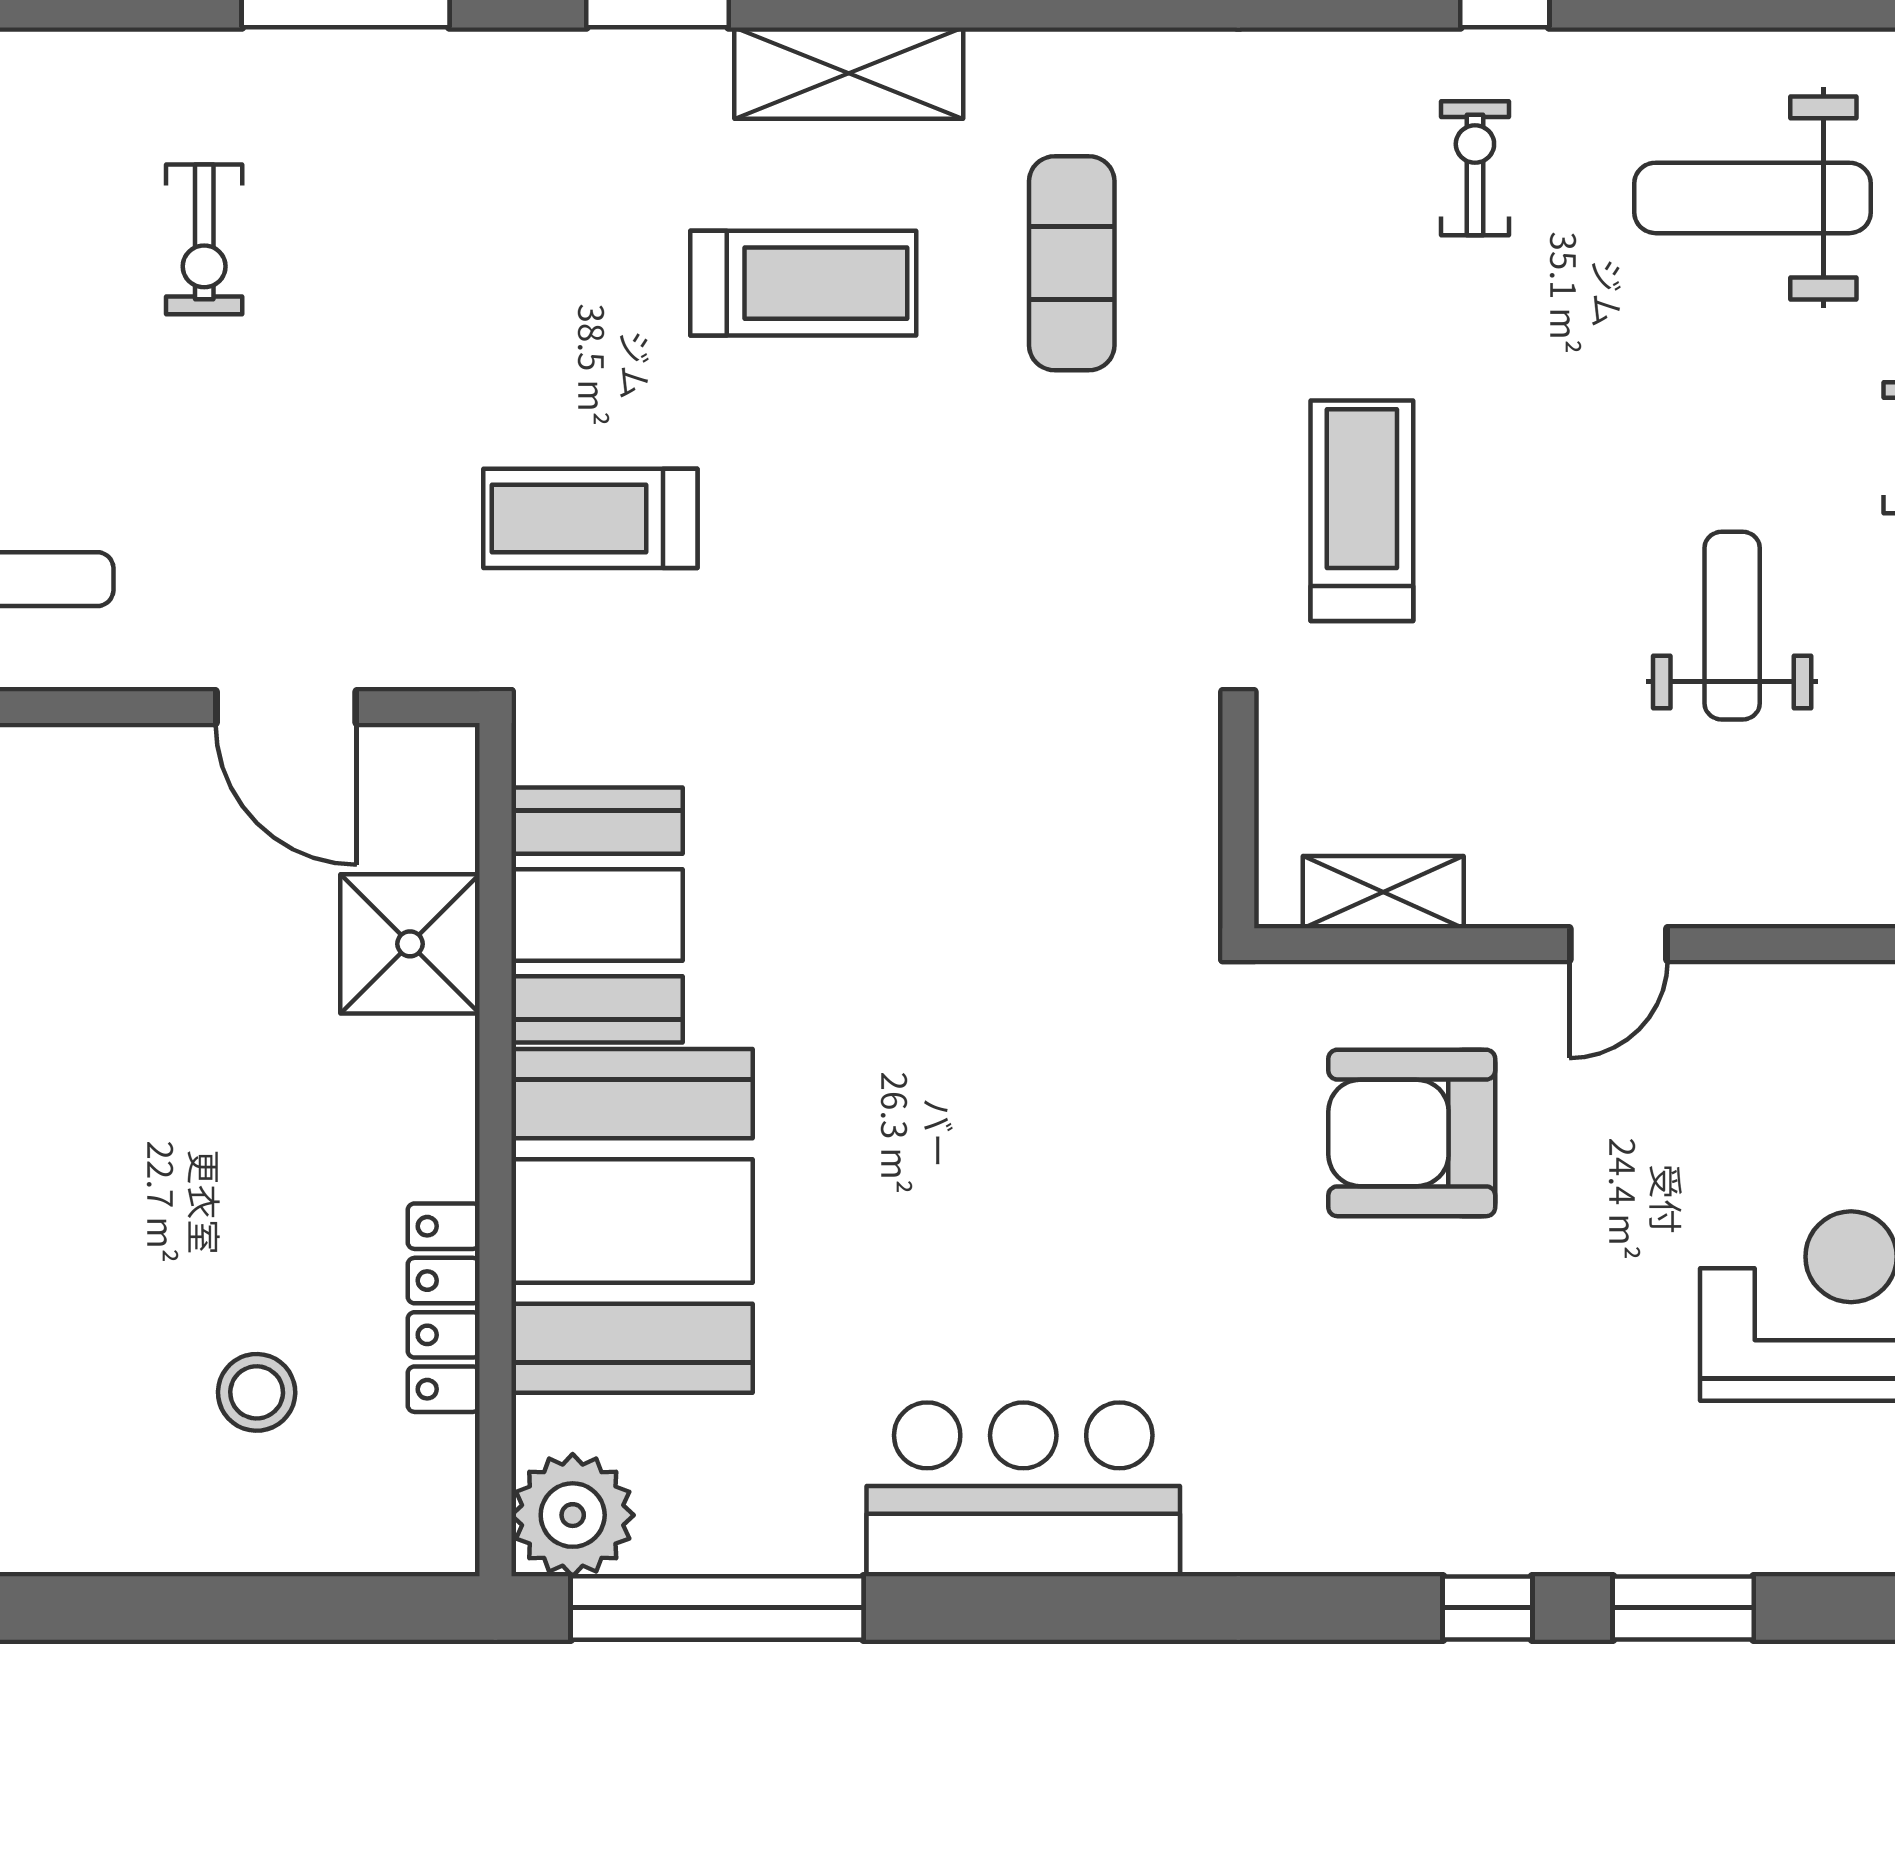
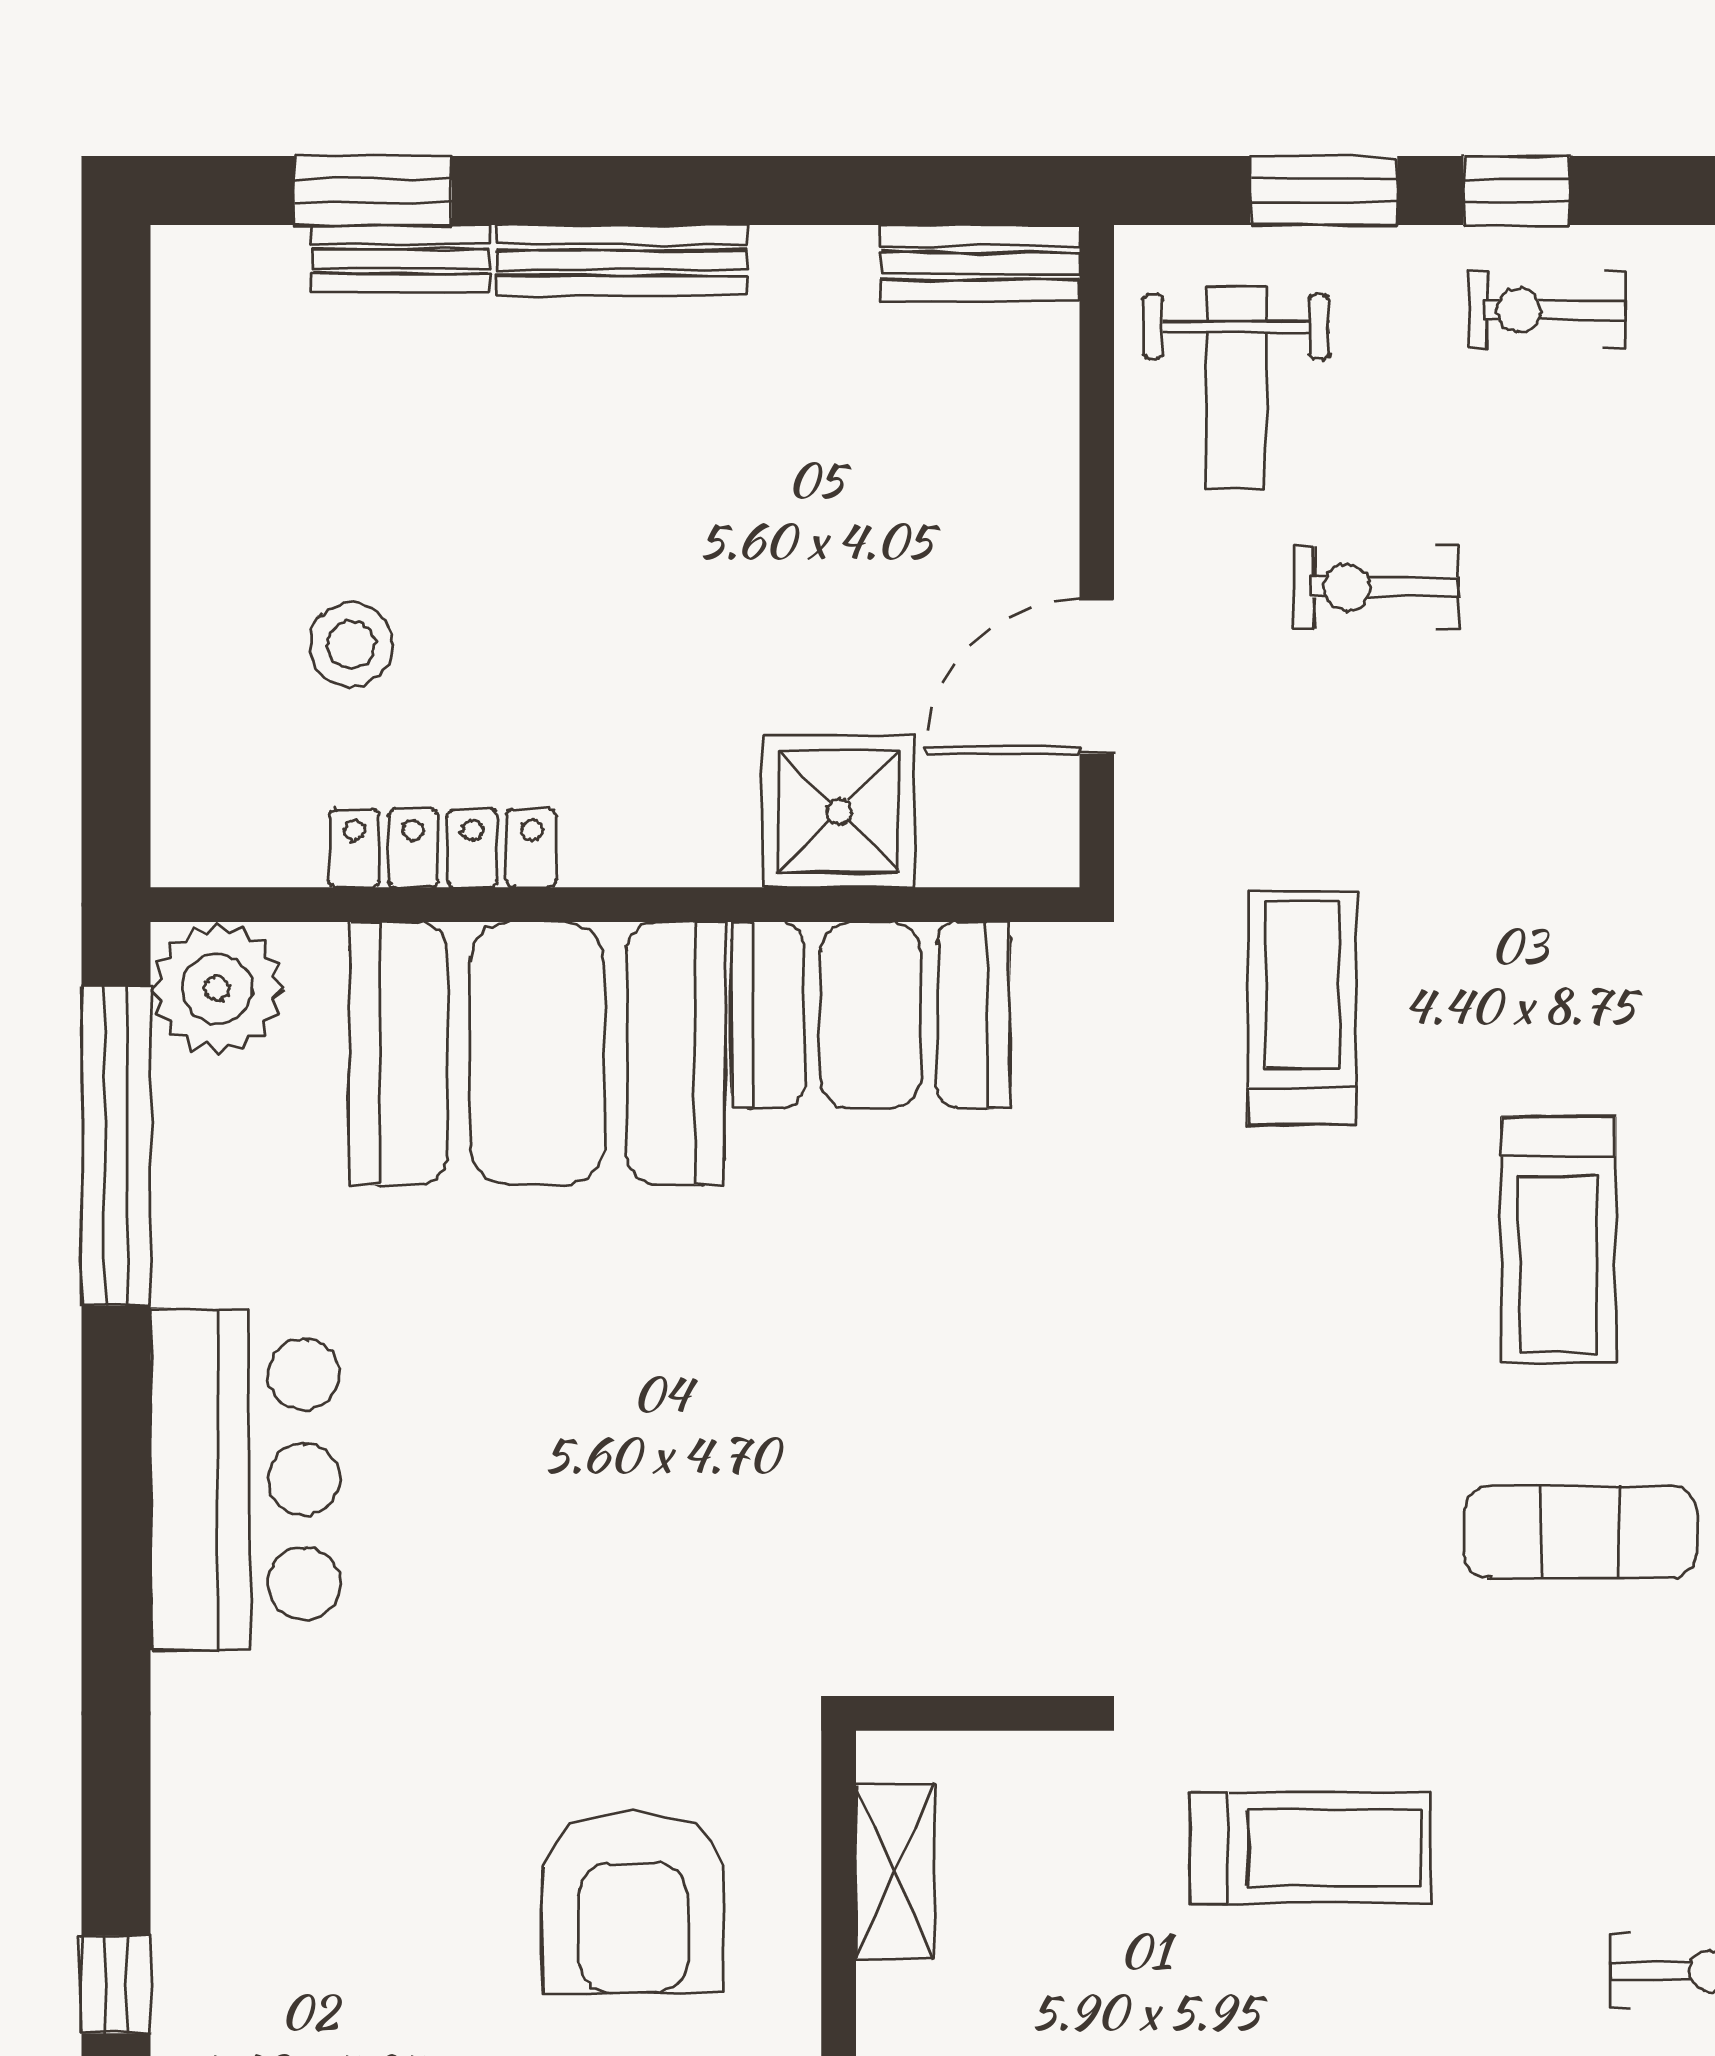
exercise bike: (204, 239) -> (1376, 587), moved
armchair: (1412, 1133) -> (633, 1902), turned 180

